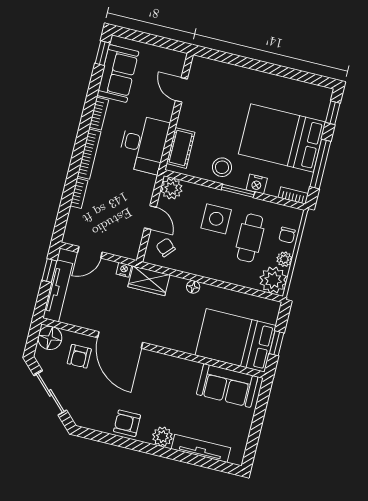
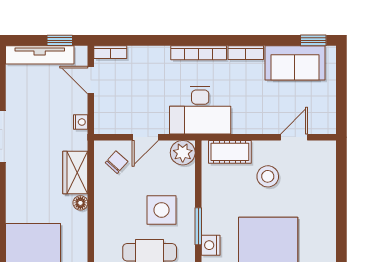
desk: (144, 144) -> (200, 110), moved
stool: (222, 167) -> (268, 176), moved
bookcase: (79, 193) -> (110, 52), moved
wardrobe: (149, 281) -> (75, 173), moved

